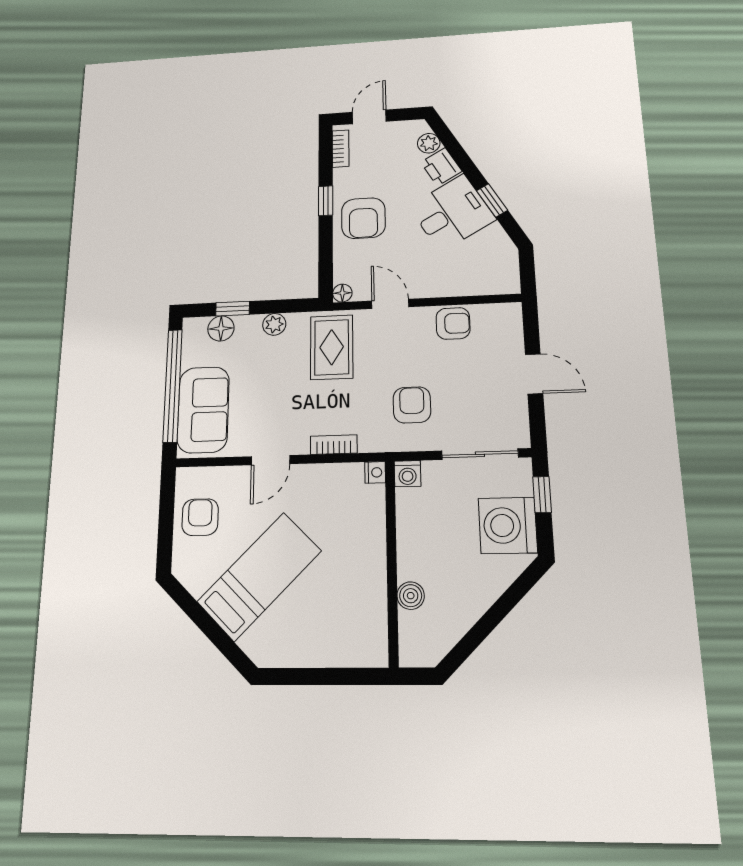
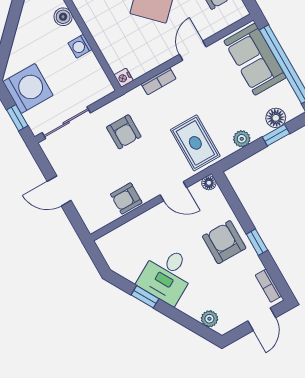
printer: (441, 167) -> (192, 305), removed
washing machine: (407, 474) -> (80, 46), moved, turned -90

